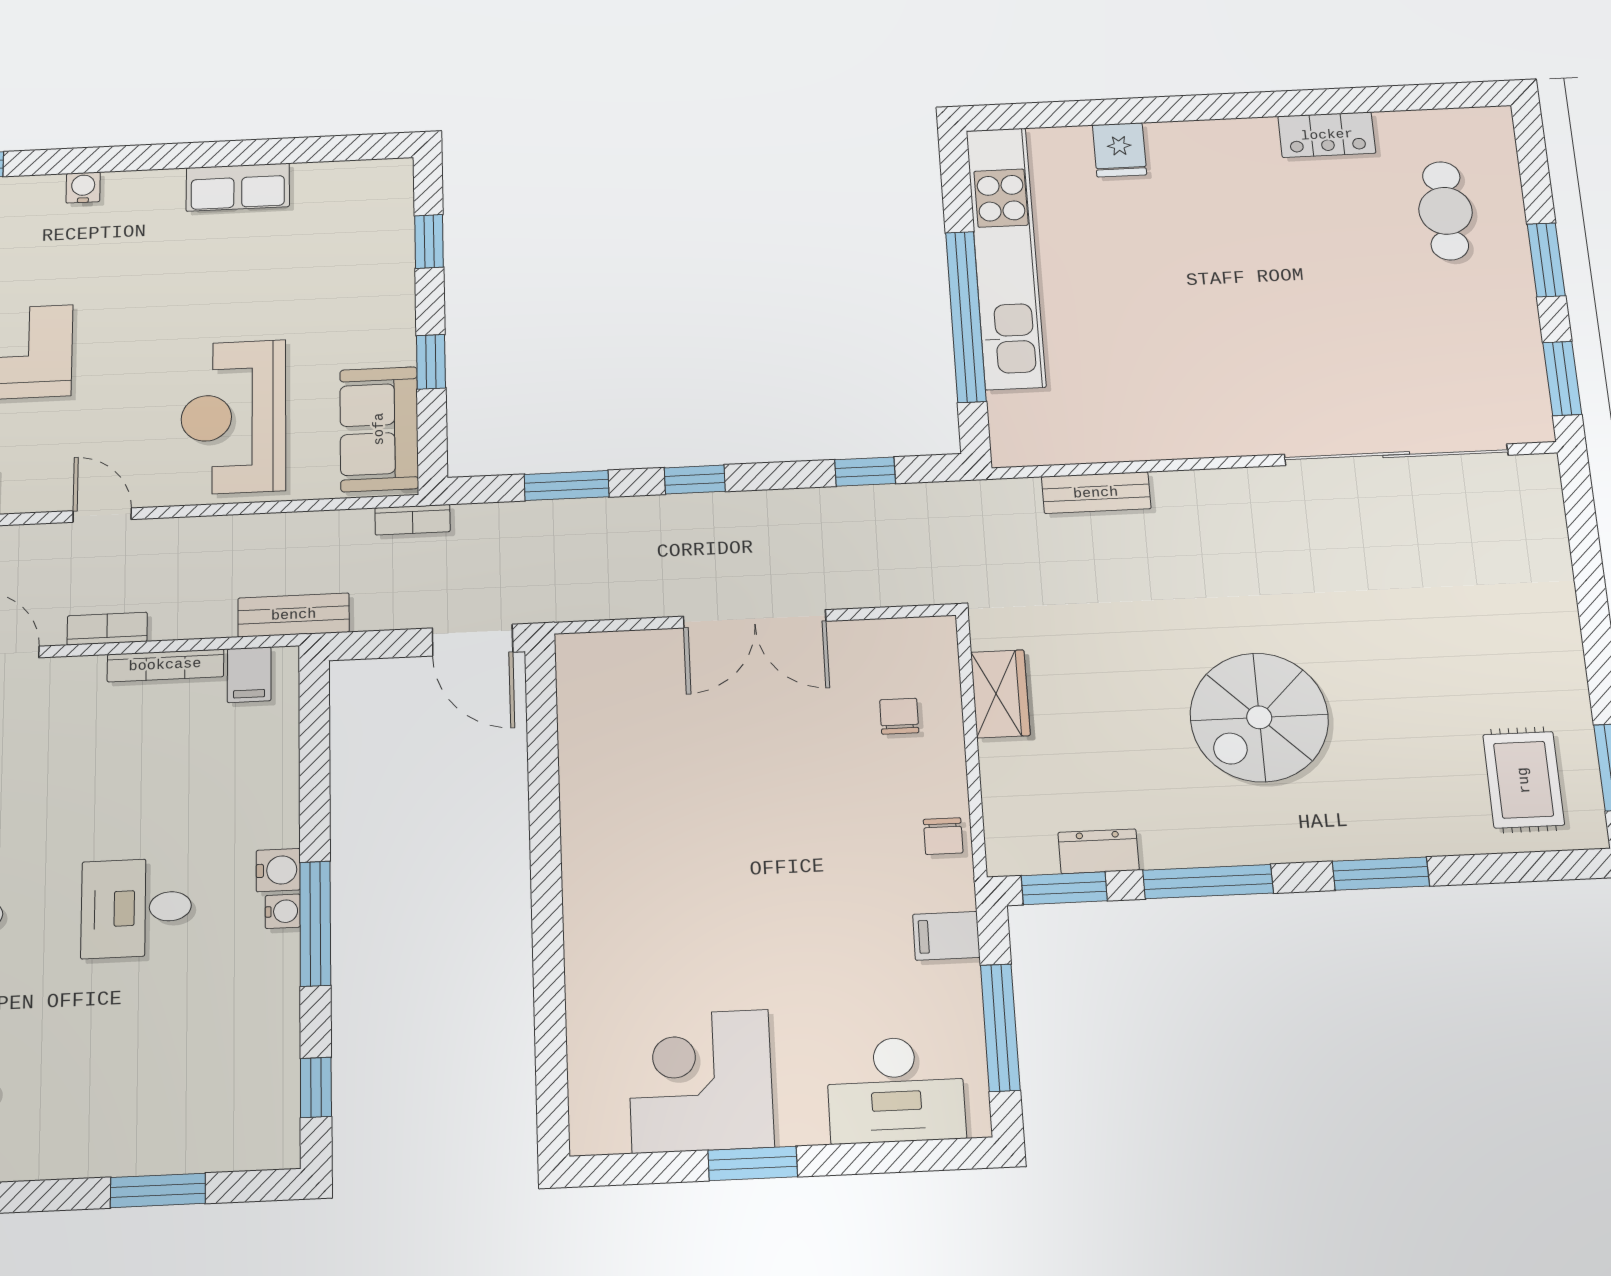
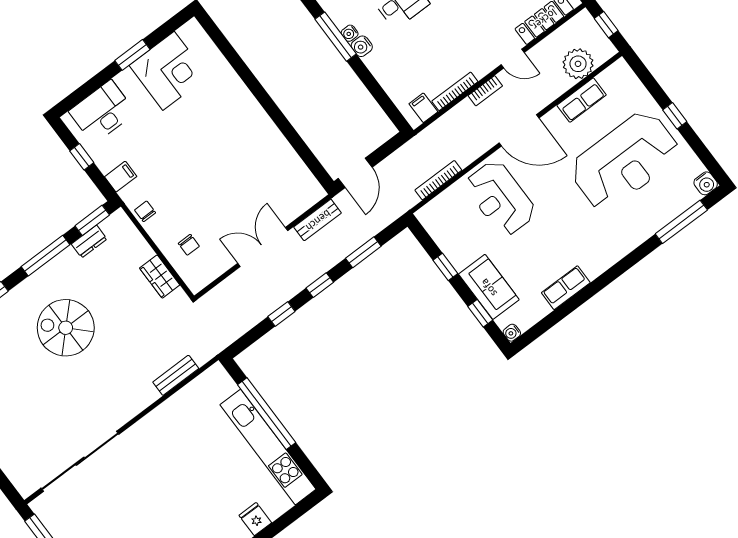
water cooler: (83, 188) -> (512, 333), moved, turned 90
reception desk: (233, 417) -> (500, 198), turned 180
sofa: (379, 429) -> (489, 287), moved
window: (865, 472) -> (281, 314), moved
door: (102, 515) -> (519, 130), width x1.88
bookcase: (413, 520) -> (438, 180), moved, width x1.56
bench: (294, 615) -> (318, 220), moved
door: (473, 640) -> (355, 173), swing flipped
spiral stairs: (1259, 717) -> (66, 328), turned -90
window: (1000, 1028) -> (82, 157), width x0.46

